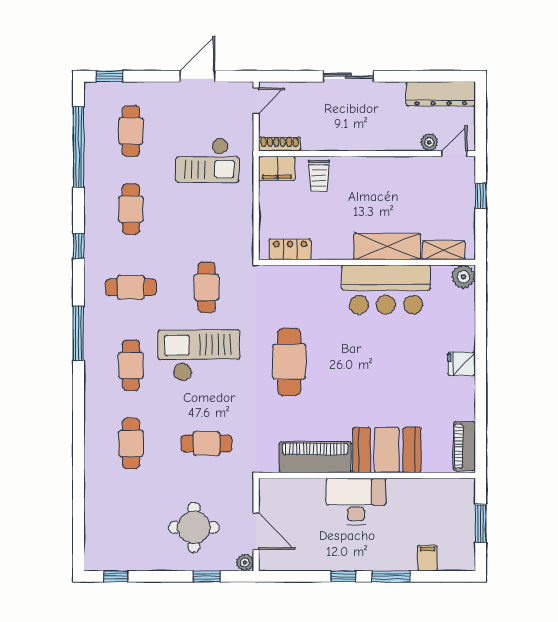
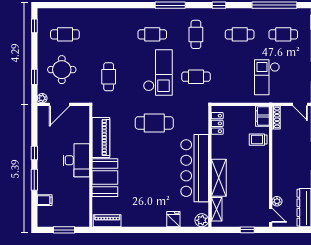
bar counter: (386, 289) -> (195, 168), width x1.36
fridge: (461, 364) -> (173, 219), moved
cafe table: (131, 443) -> (65, 34), moved

